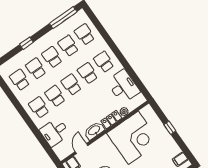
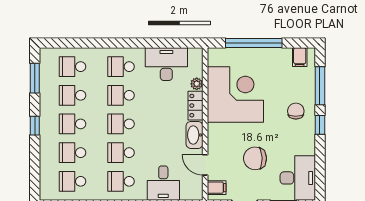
window: (63, 18) -> (35, 78), width x0.69
window: (26, 43) -> (35, 126), moved
window: (170, 128) -> (254, 43), width x3.17

